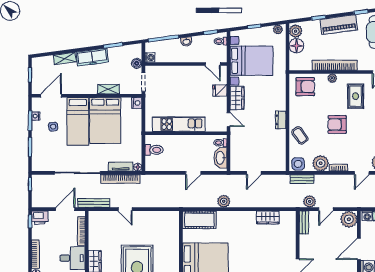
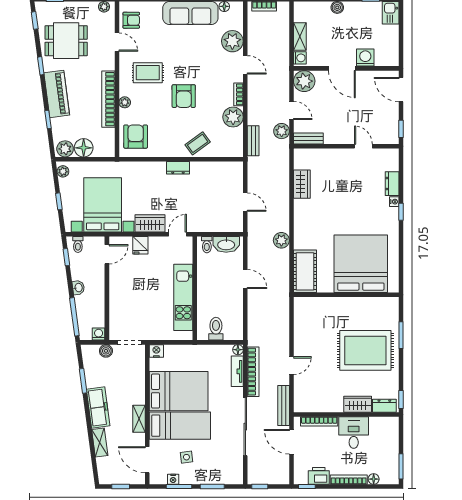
shelving: (108, 89) -> (139, 419), moved
side table: (298, 164) -> (234, 146), removed
printer: (40, 218) -> (319, 476), moved, turned -90

